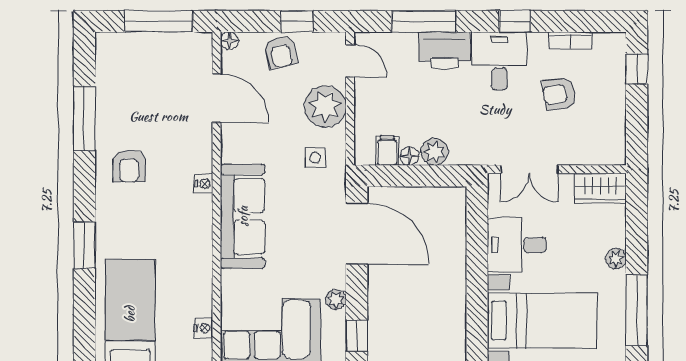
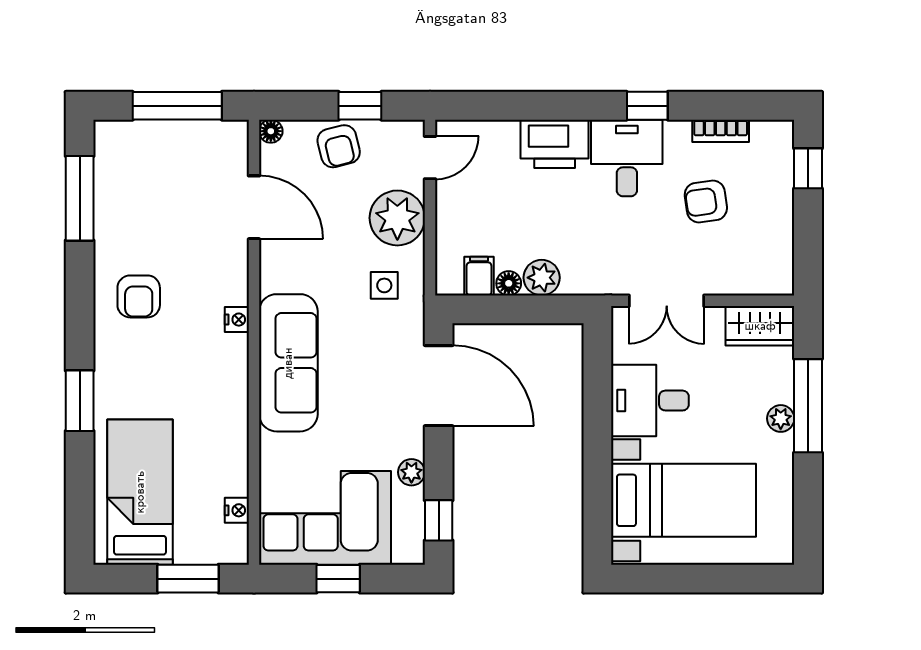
window: (424, 21) -> (527, 106), removed
door: (350, 61) -> (430, 158), hinge flipped
window: (84, 118) -> (80, 198), moved
window: (637, 310) -> (808, 406), moved

